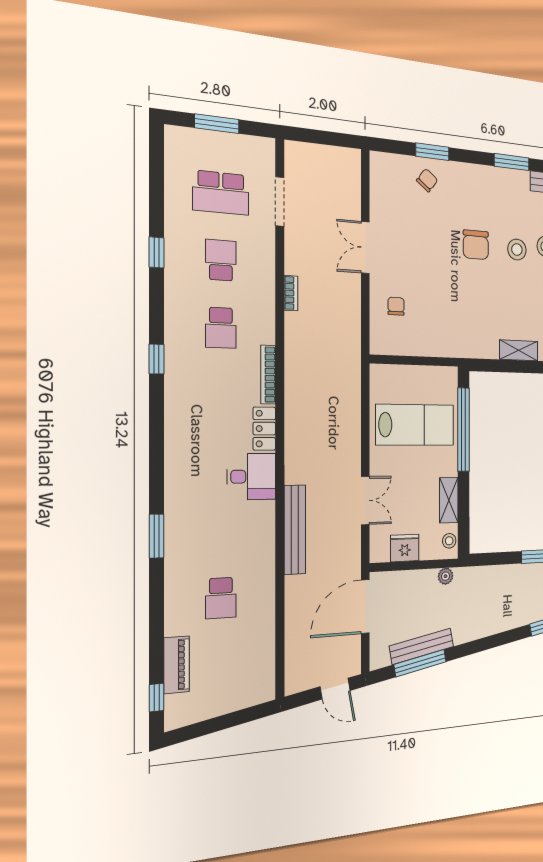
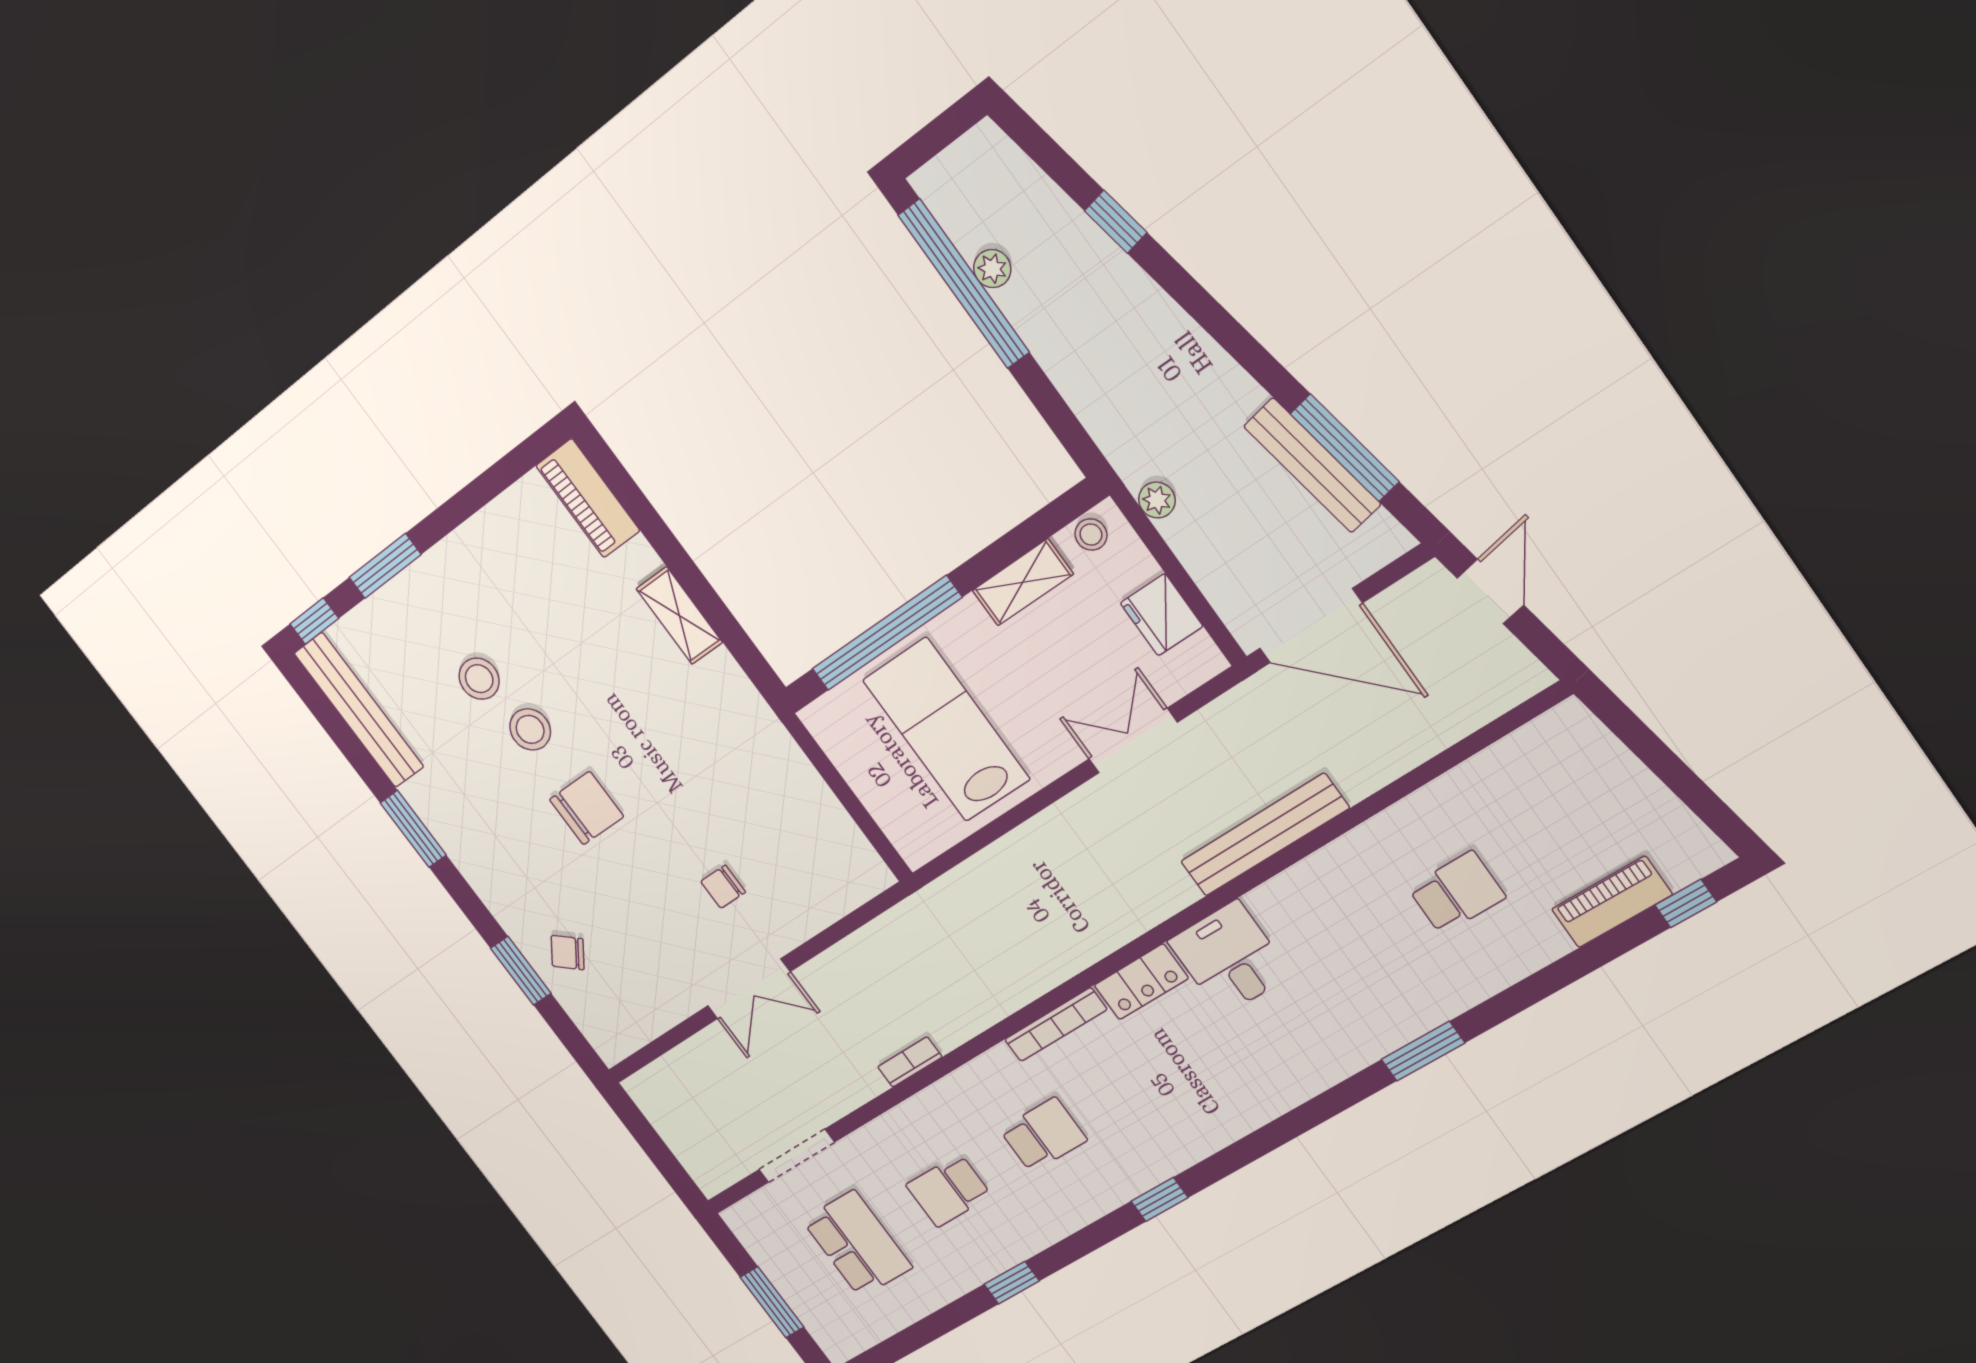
chair: (396, 306) -> (723, 887), moved

